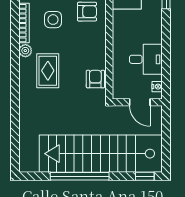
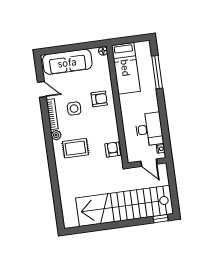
desk: (146, 59) -> (149, 129), width x1.37
rug: (48, 71) -> (75, 148), turned 90
window: (80, 176) -> (111, 225), removed

